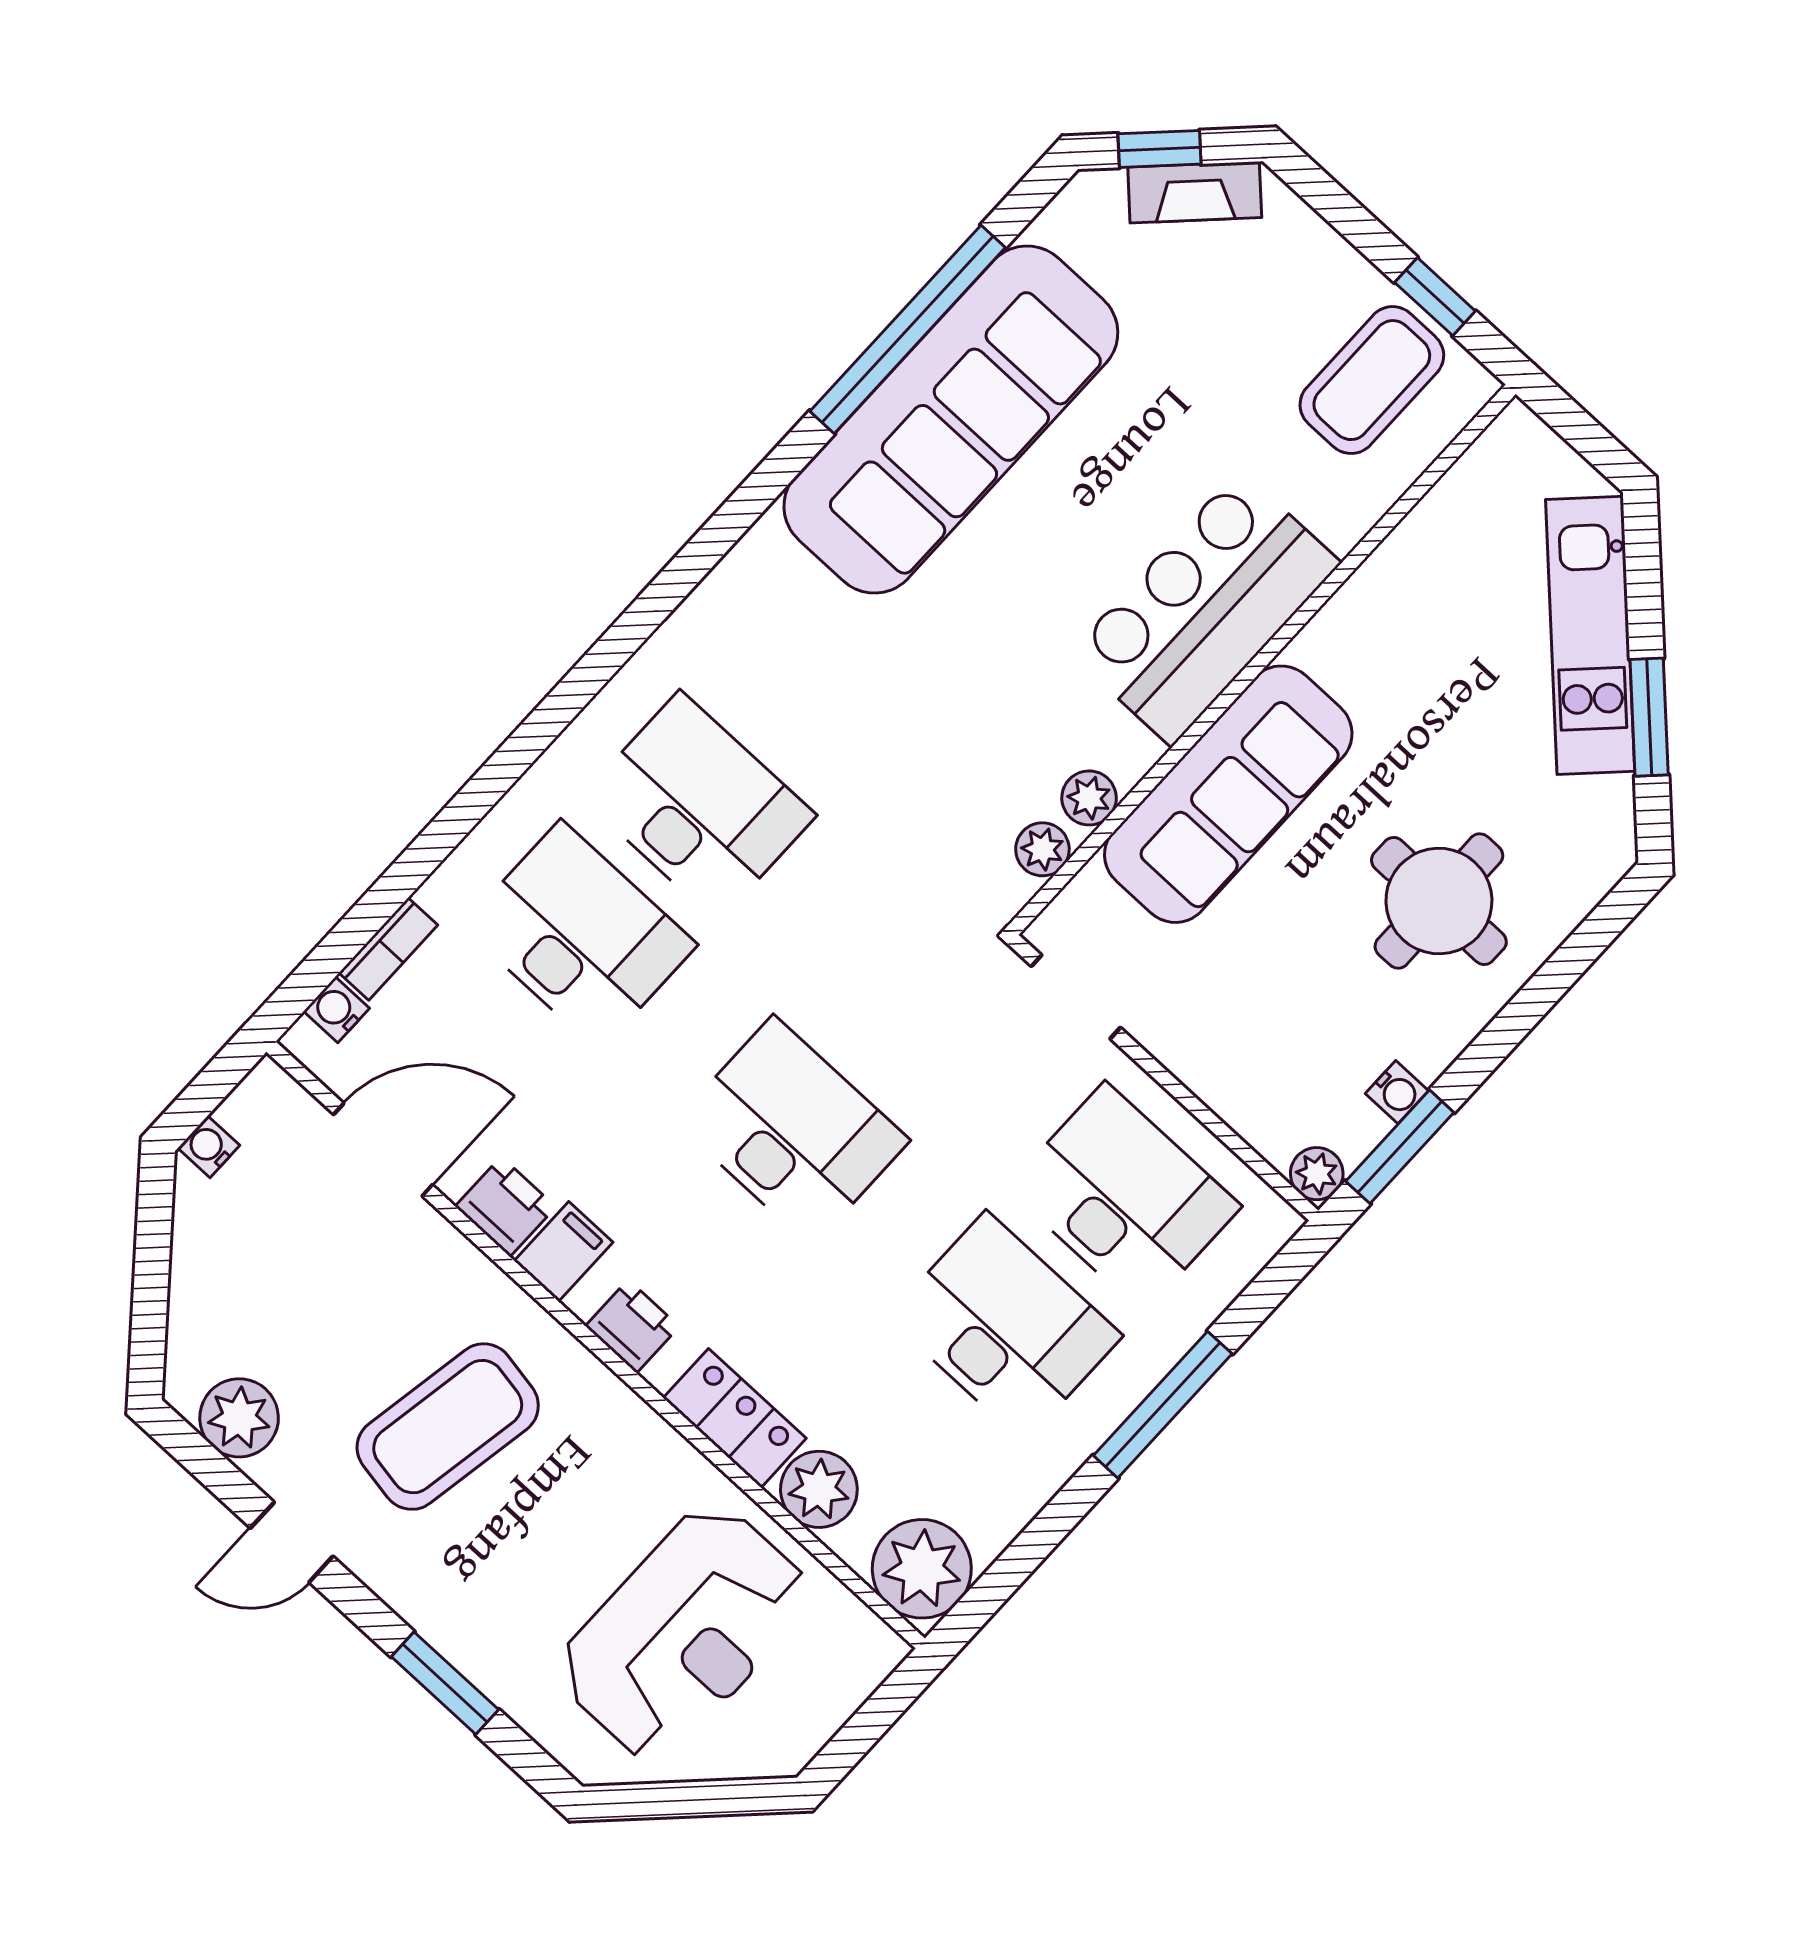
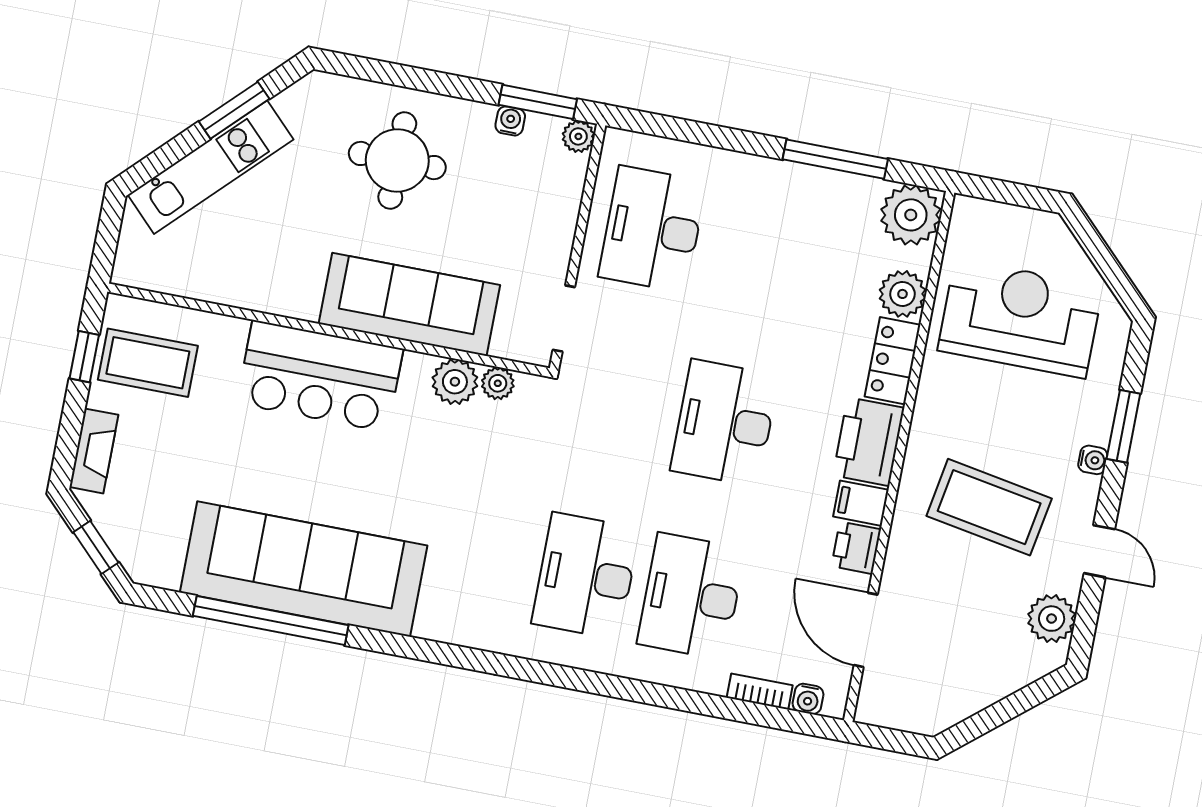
fireplace: (1195, 192) -> (94, 451), moved, turned 45
plant: (1089, 798) -> (455, 382), width x1.38, depth x1.38
water cooler: (209, 1147) -> (1093, 460), moved, turned -90
printer: (632, 1326) -> (869, 442), width x1.87, depth x1.48
desk: (1005, 1327) -> (758, 250), removed
window: (1163, 1405) -> (835, 159), moved

